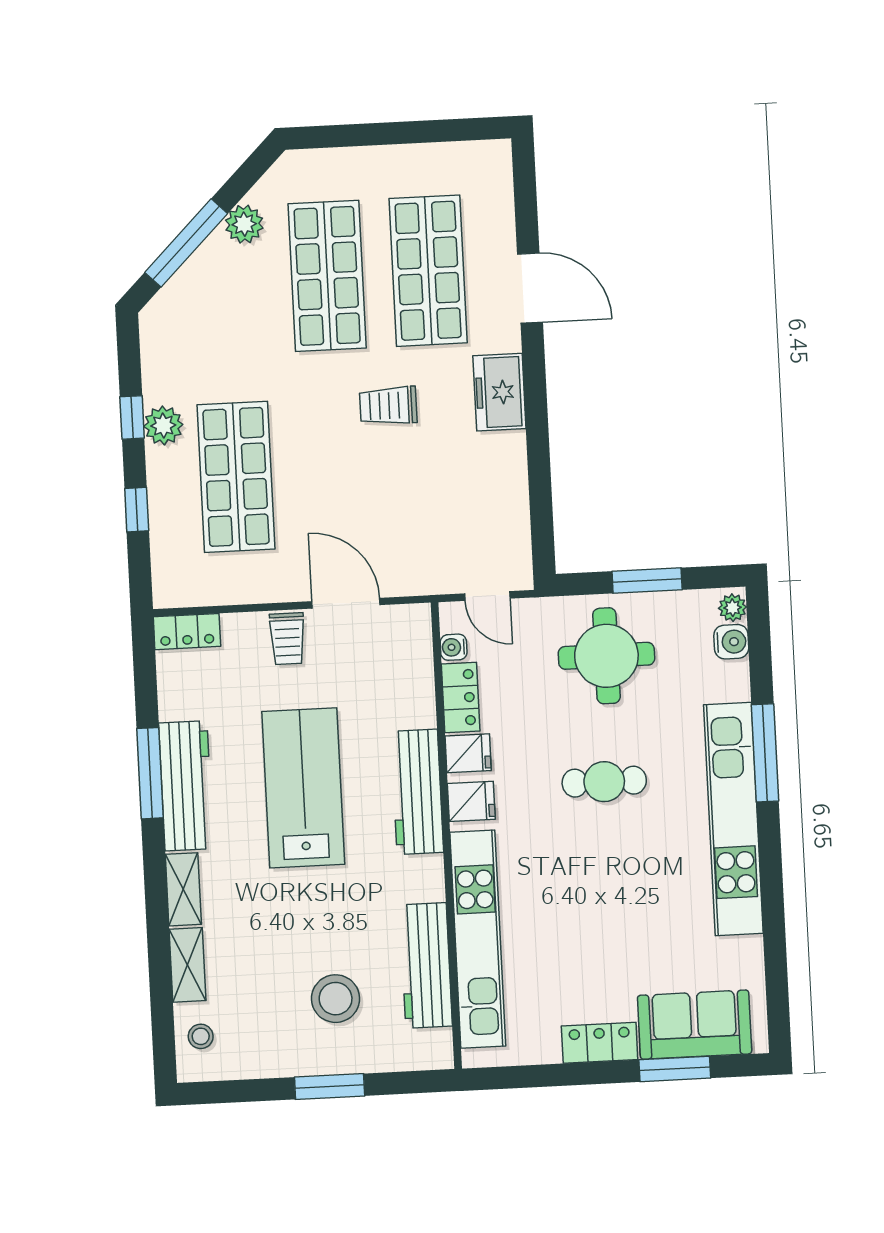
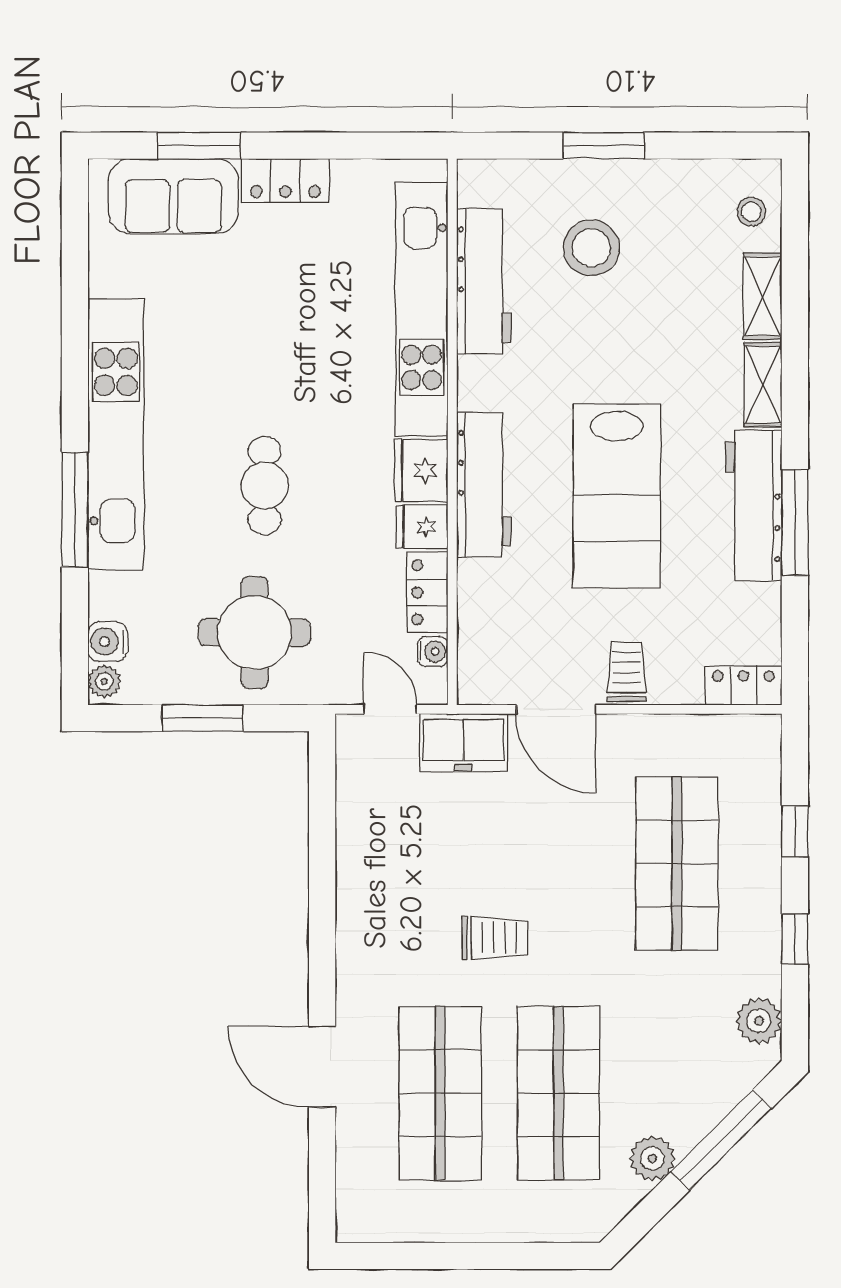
freezer: (499, 392) -> (464, 743), moved, turned 90
plant: (163, 425) -> (759, 1021), moved
cafe table: (604, 782) -> (265, 486), turned 90
fridge: (471, 801) -> (421, 470), width x1.38

